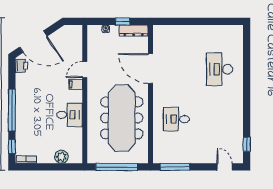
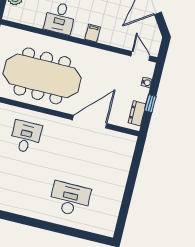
dresser: (134, 30) -> (137, 113), width x0.70
door: (85, 70) -> (140, 56), moved

